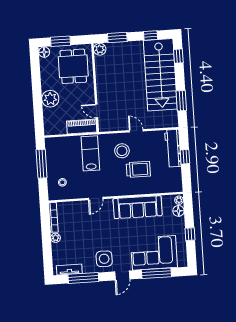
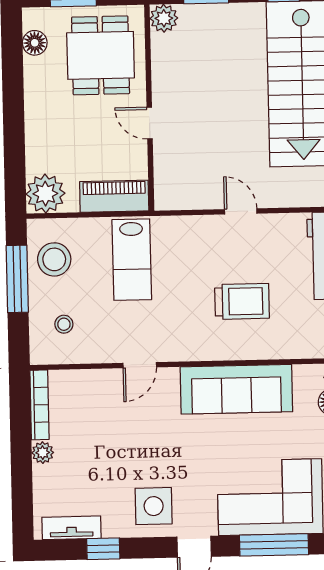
floor lamp: (44, 52) -> (35, 43), moved
plant: (50, 99) -> (45, 194), moved
door: (97, 111) -> (150, 123), moved
stool: (122, 151) -> (54, 259), moved
lab bench: (90, 153) -> (132, 260), turned 180
window: (83, 278) -> (103, 549), width x0.46

